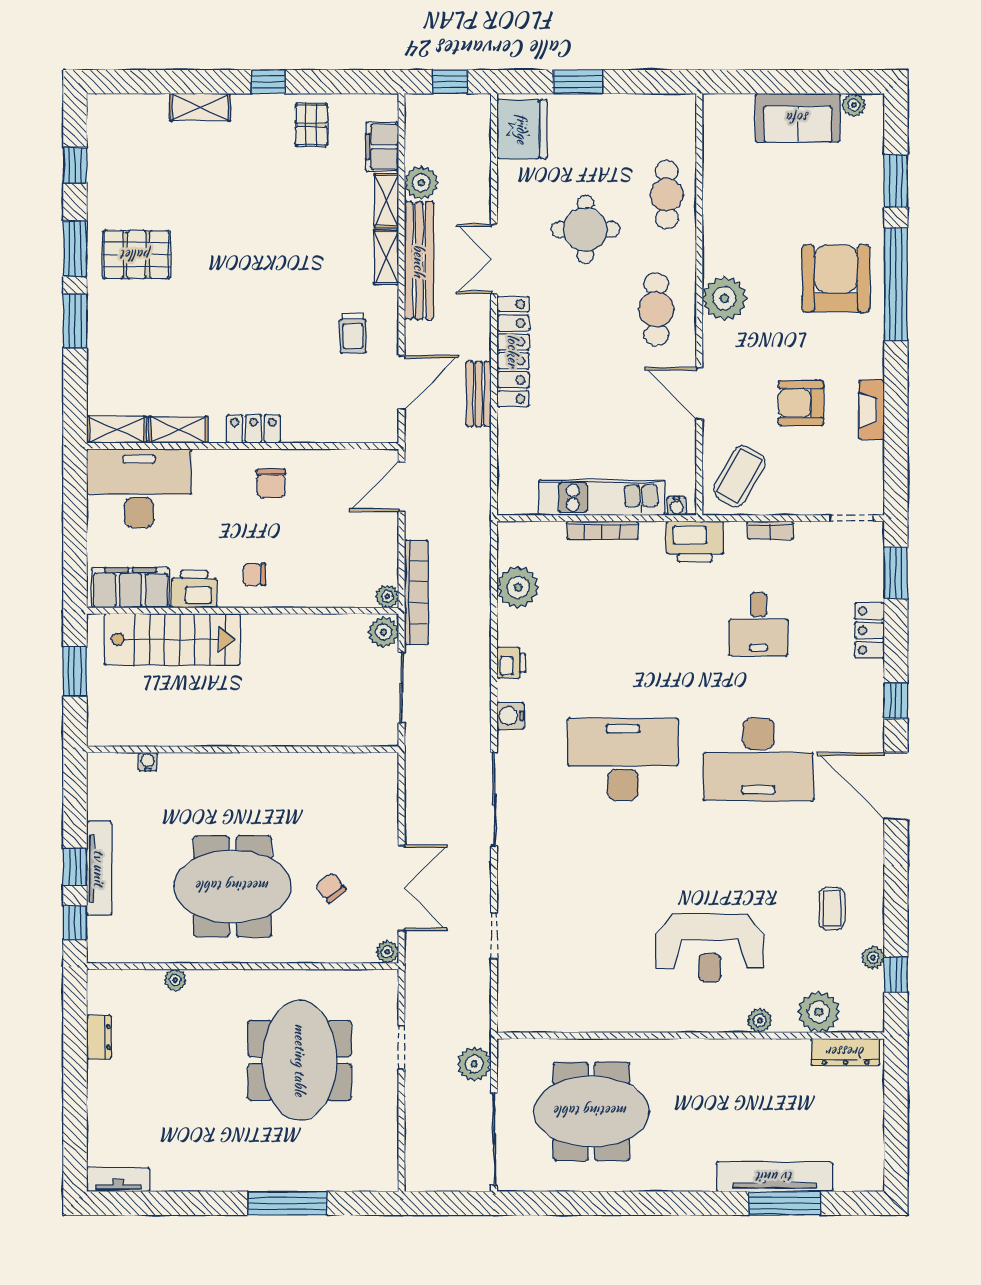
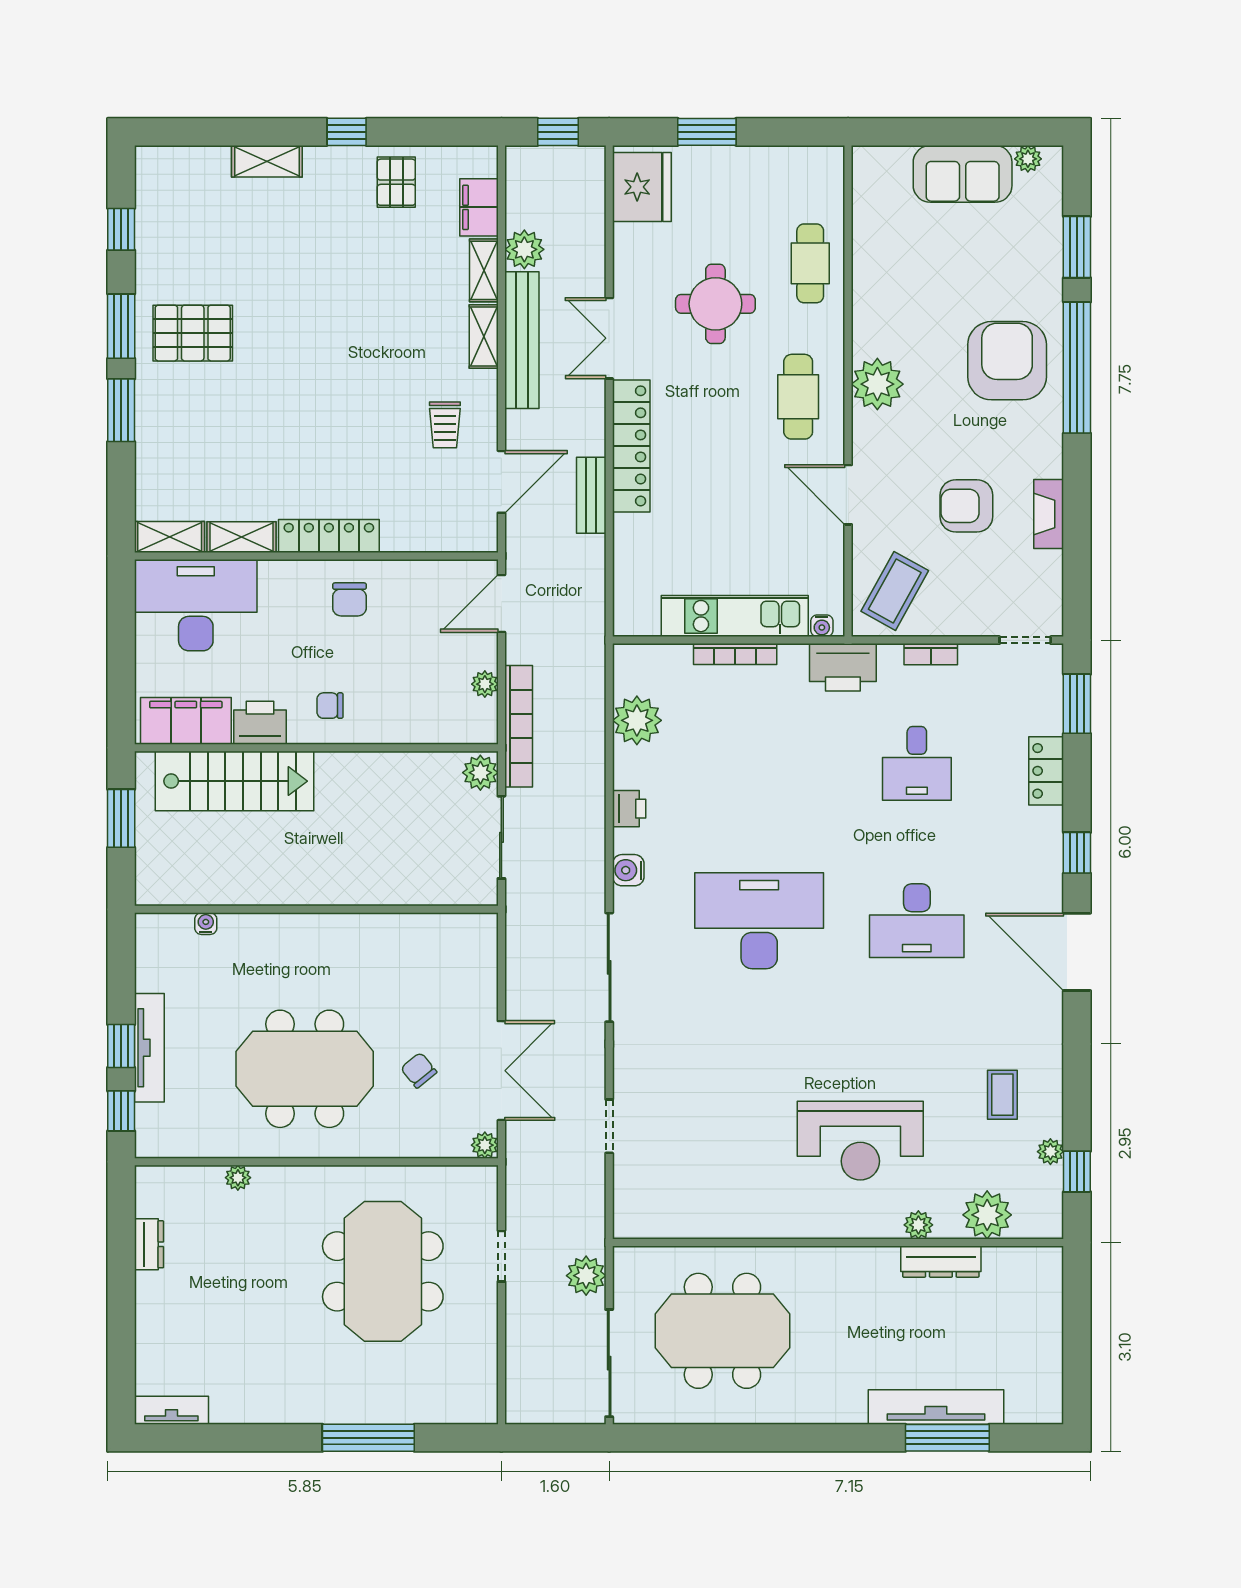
locker: (253, 429) -> (329, 536), width x1.53
plant: (387, 596) -> (485, 684), moved
desk: (758, 759) -> (917, 921), width x0.73, depth x0.77
dresser: (846, 1052) -> (941, 1262), moved

